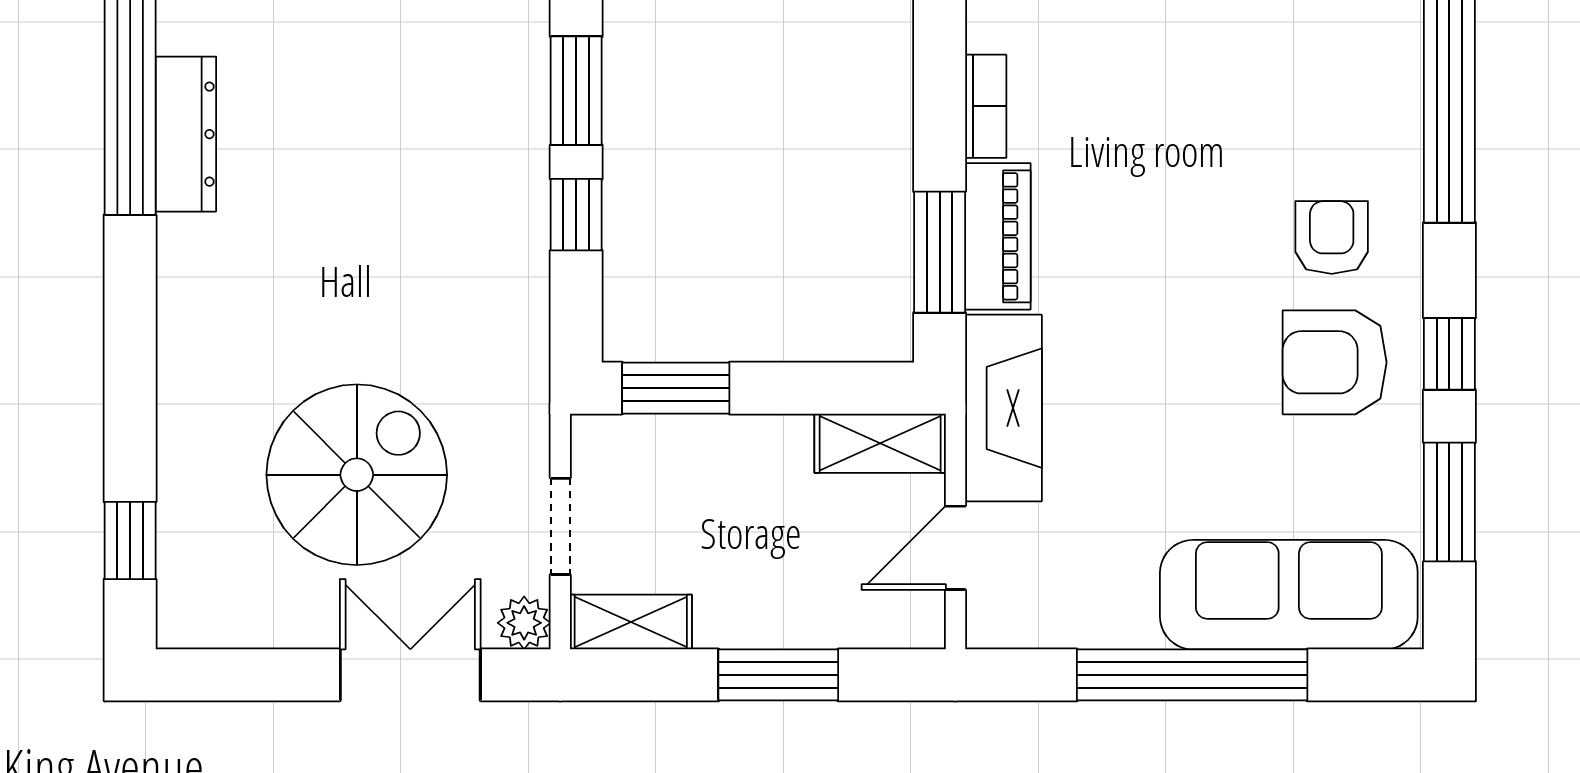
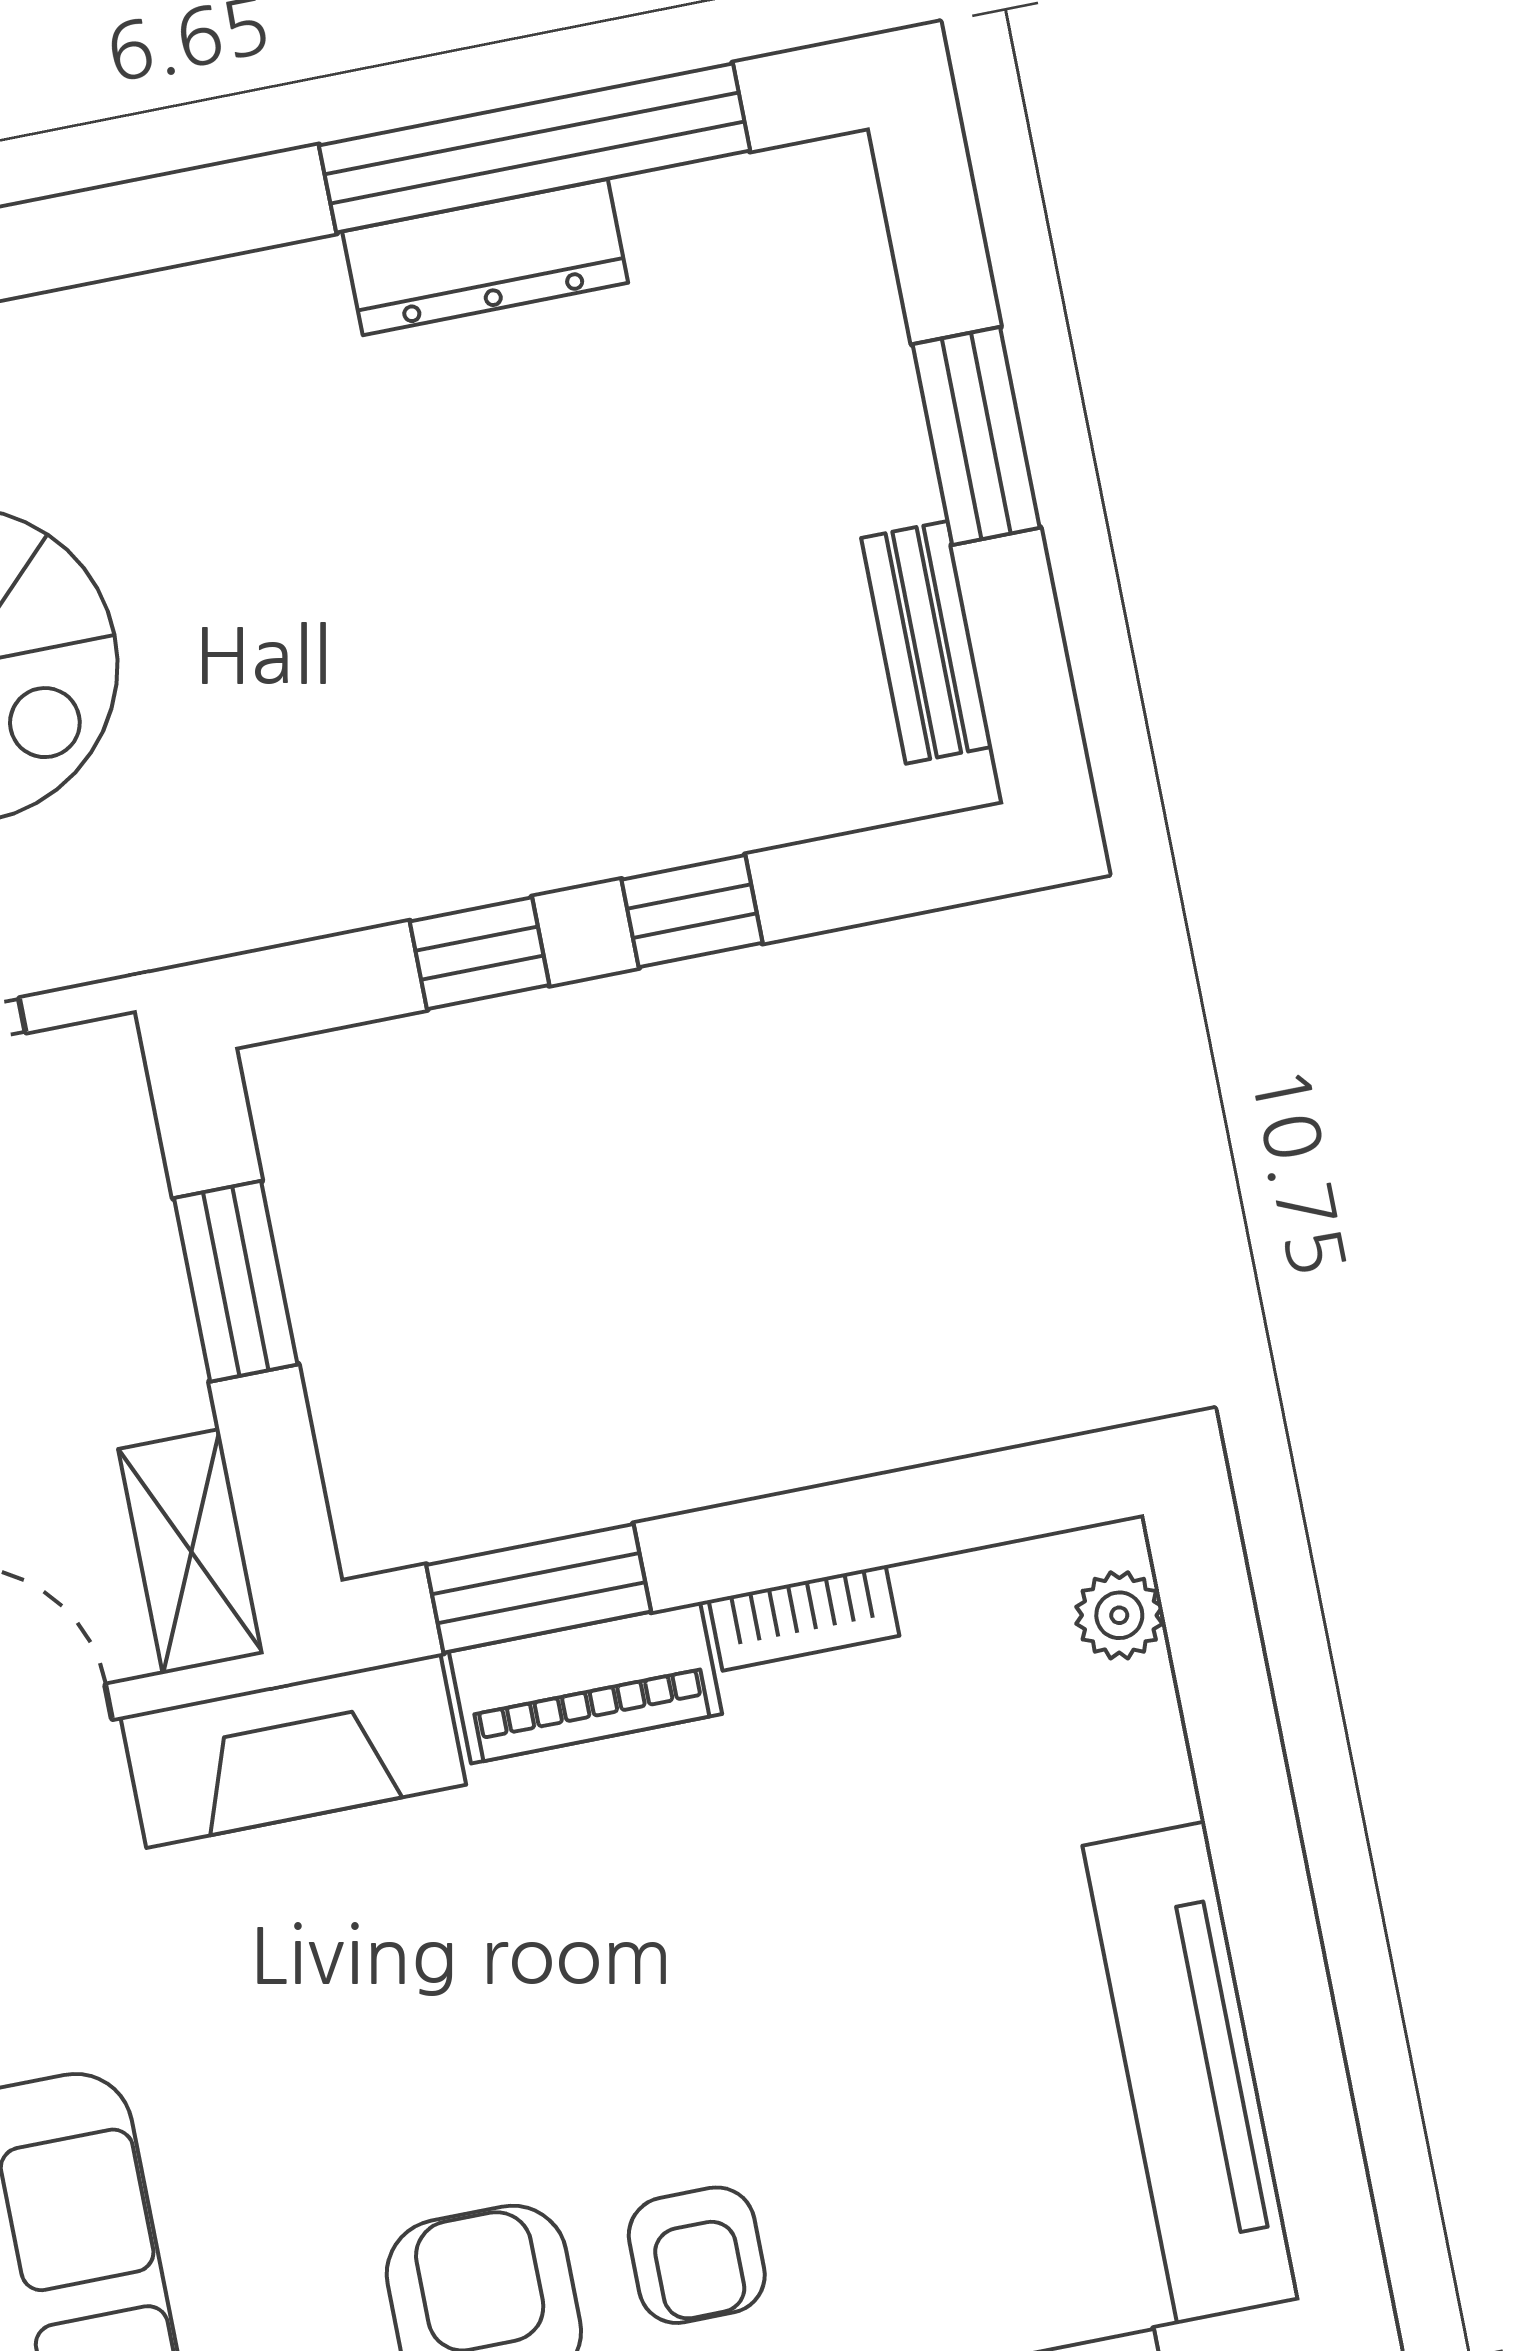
window: (576, 91) -> (692, 911), width x0.67
armchair: (1332, 237) -> (697, 2255), turned 90
window: (676, 388) -> (236, 1281), moved

